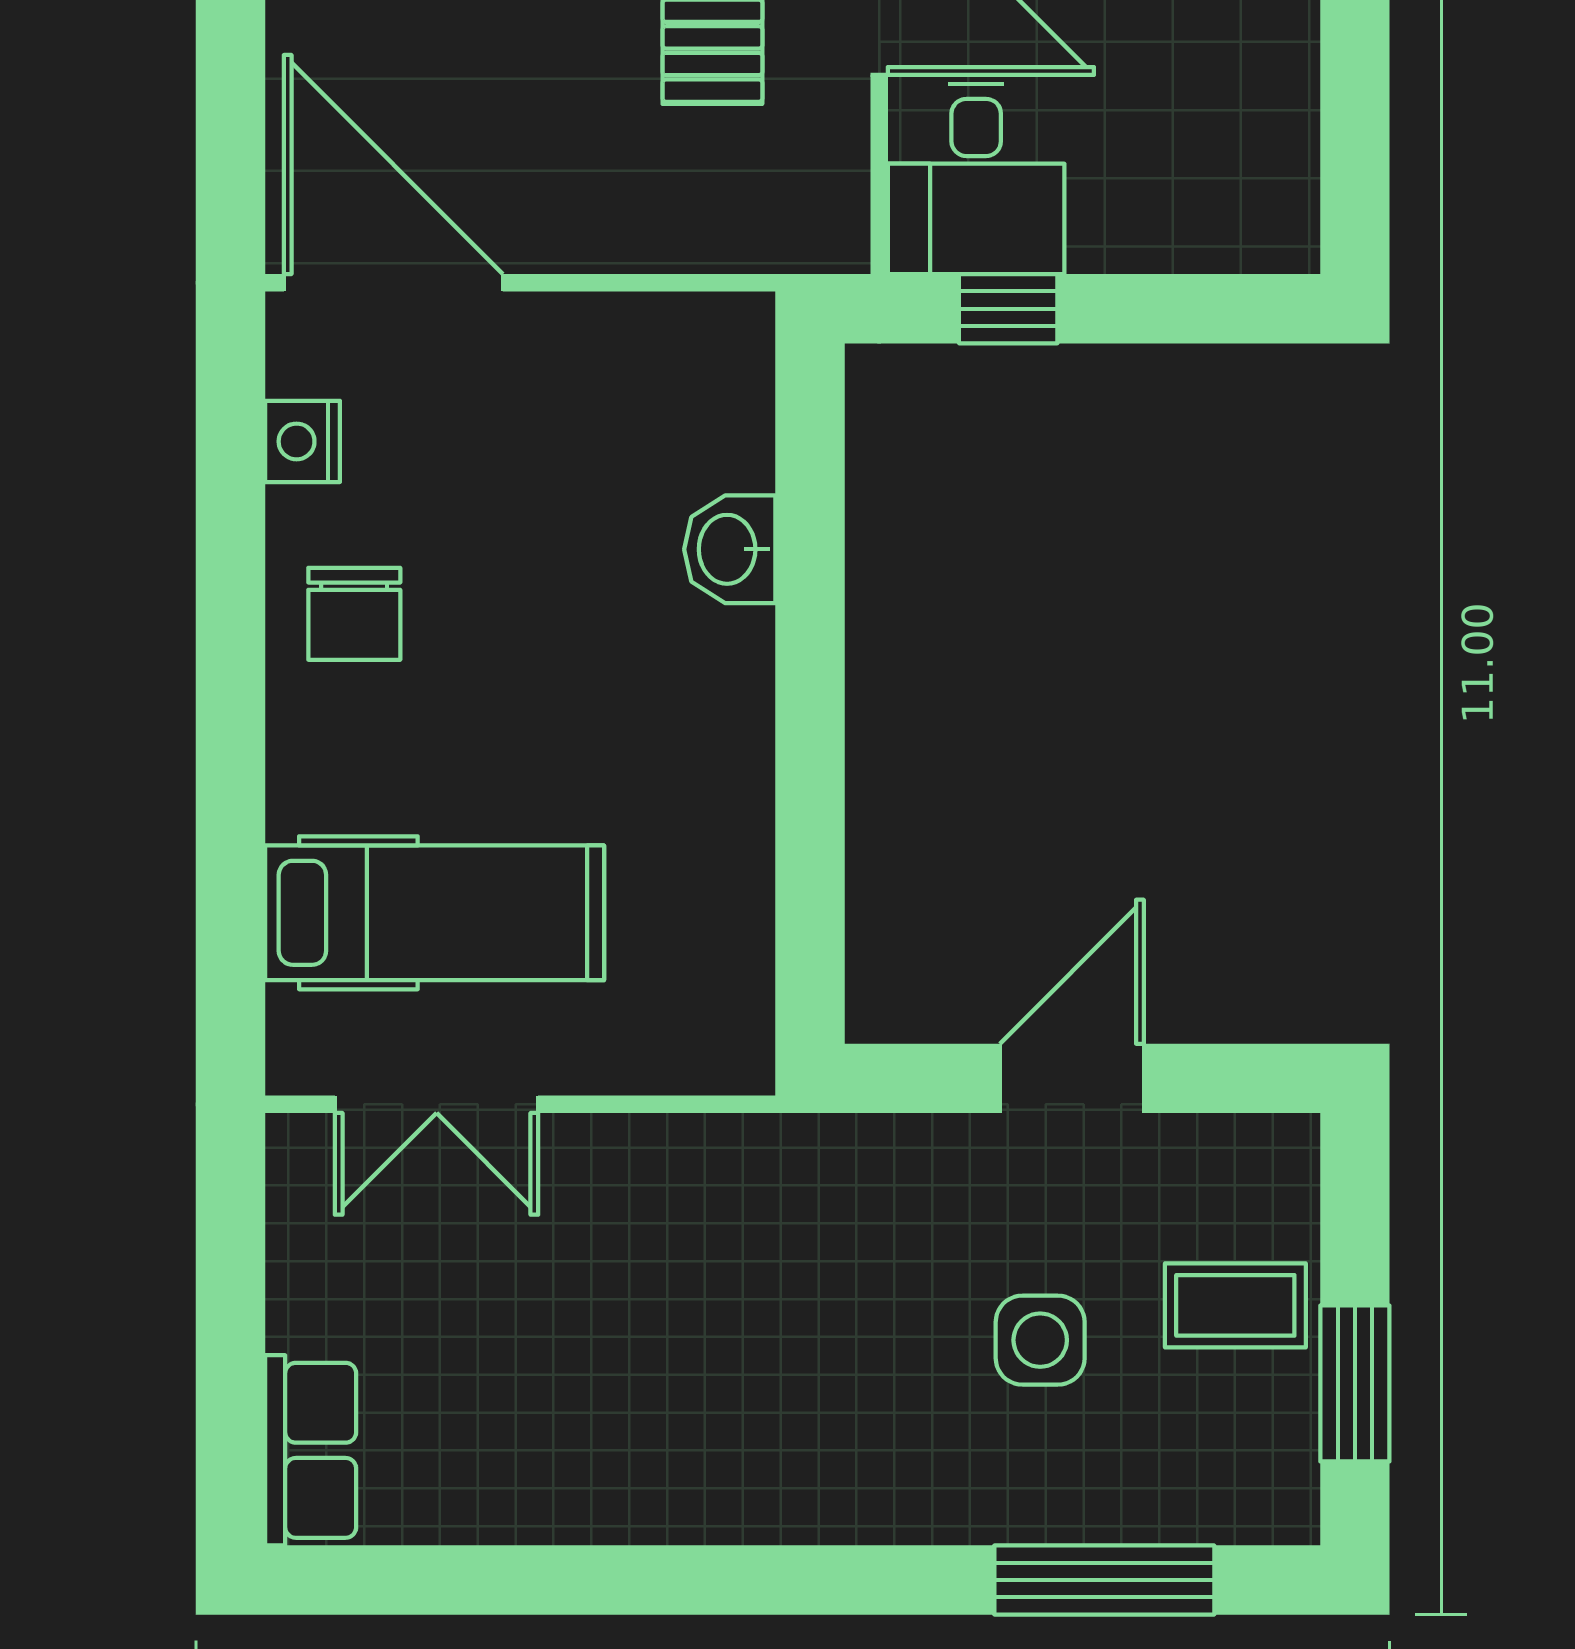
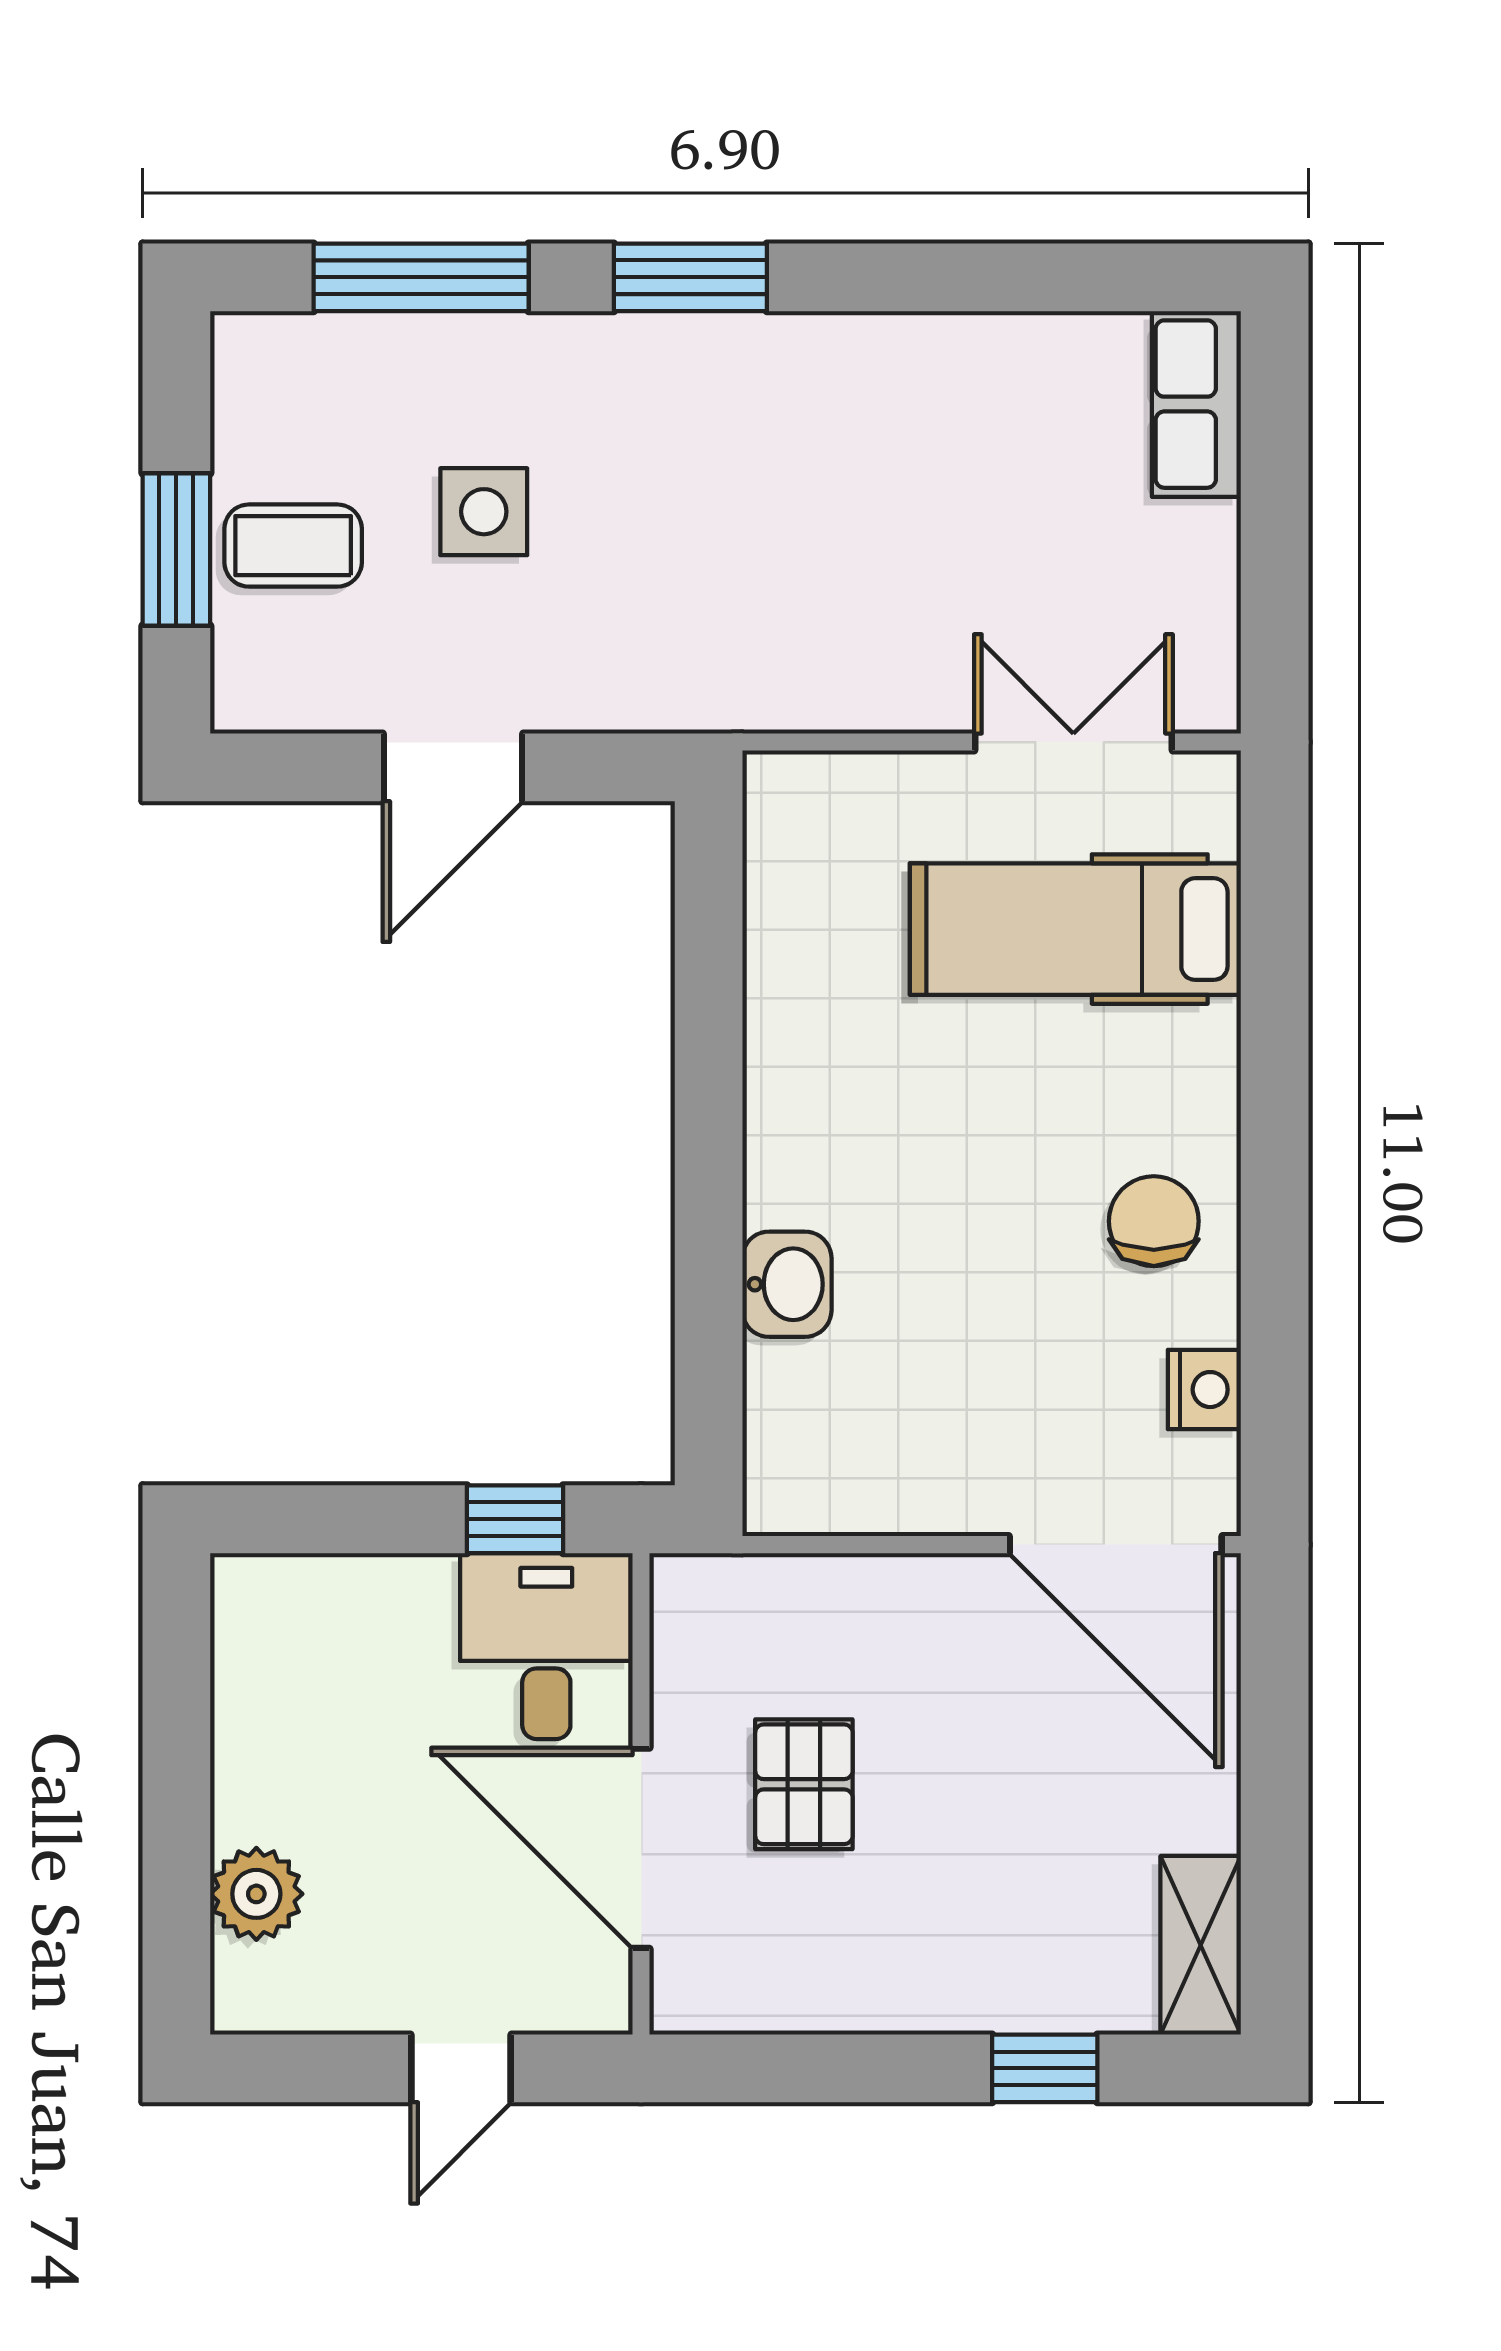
window: (1355, 1383) -> (176, 549), moved
window: (829, 1580) -> (690, 277), added

